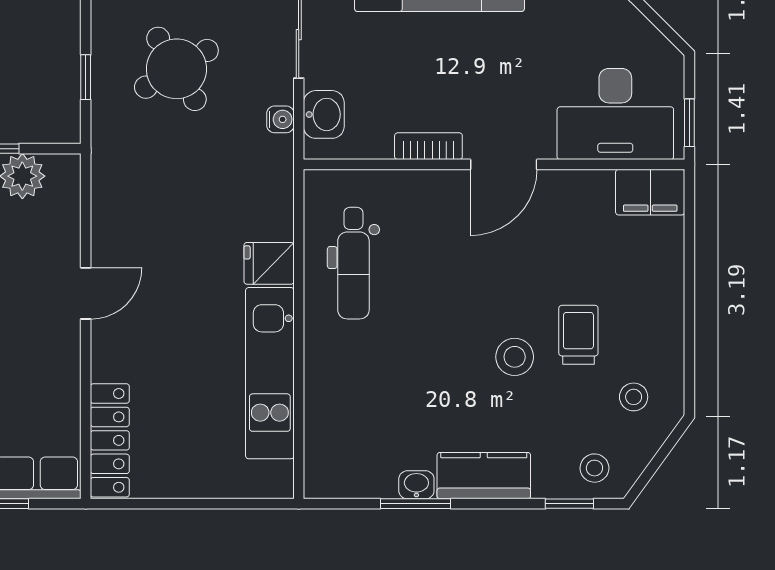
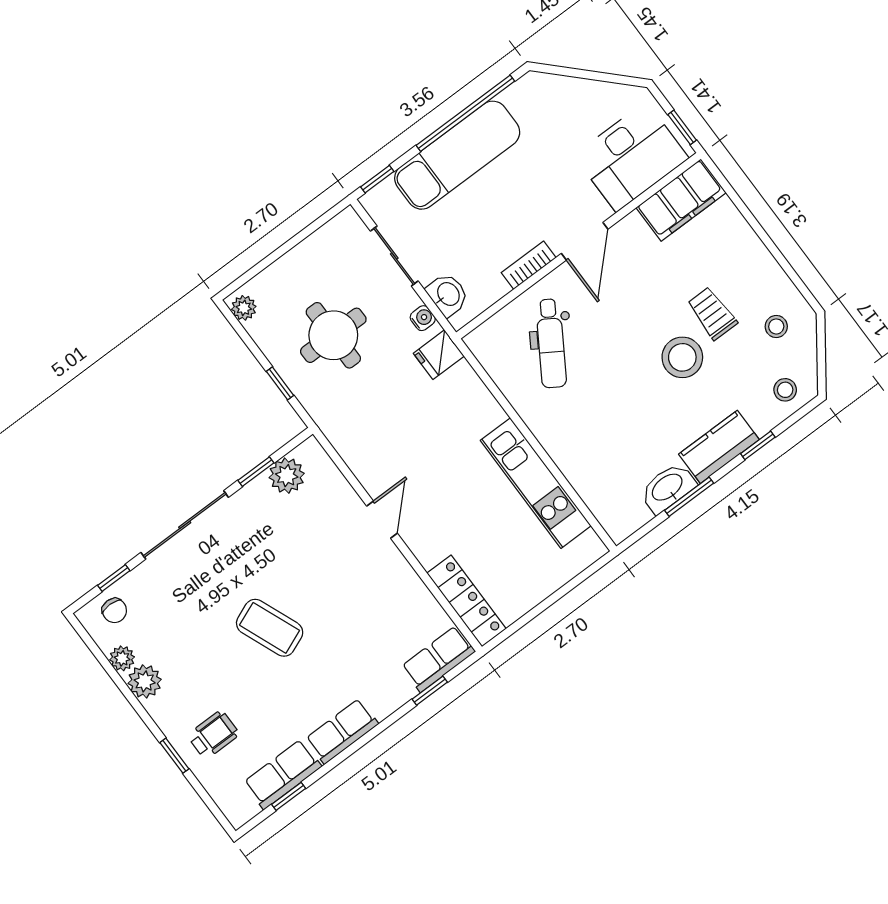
round table: (176, 69) -> (333, 335), turned 31
filing cabinet: (650, 192) -> (681, 200), width x1.50, depth x1.17
fridge: (269, 263) -> (439, 355), moved
dental chair: (353, 263) -> (551, 343), moved, turned 32
stool: (515, 357) -> (682, 357), width x1.38, depth x1.38
washbasin: (416, 485) -> (668, 488), width x1.91, depth x1.45
window: (569, 504) -> (758, 445), moved

